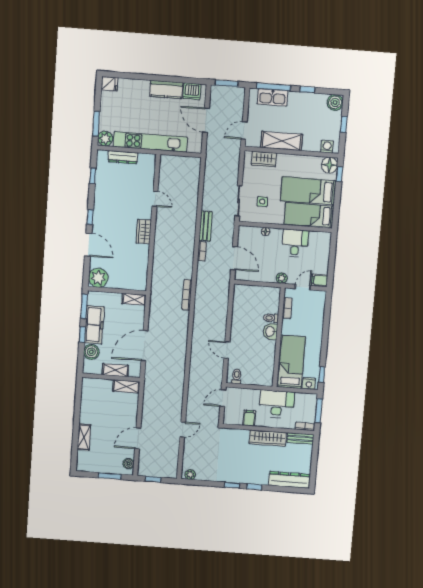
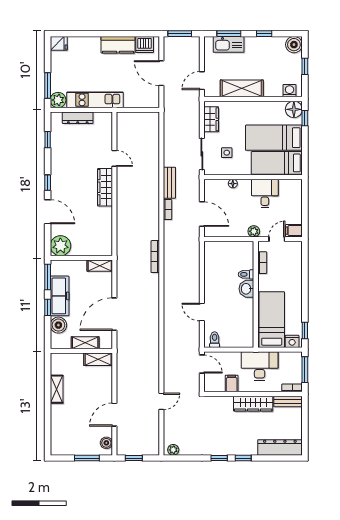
window: (274, 87) -> (229, 34), width x0.69
kitchen unit: (150, 142) -> (95, 100), width x0.73
wardrobe: (264, 159) -> (211, 119), moved, turned -90
wardrobe: (144, 232) -> (105, 187), width x1.50
door: (223, 398) -> (202, 364), swing flipped
shelving: (84, 437) -> (57, 389), moved

